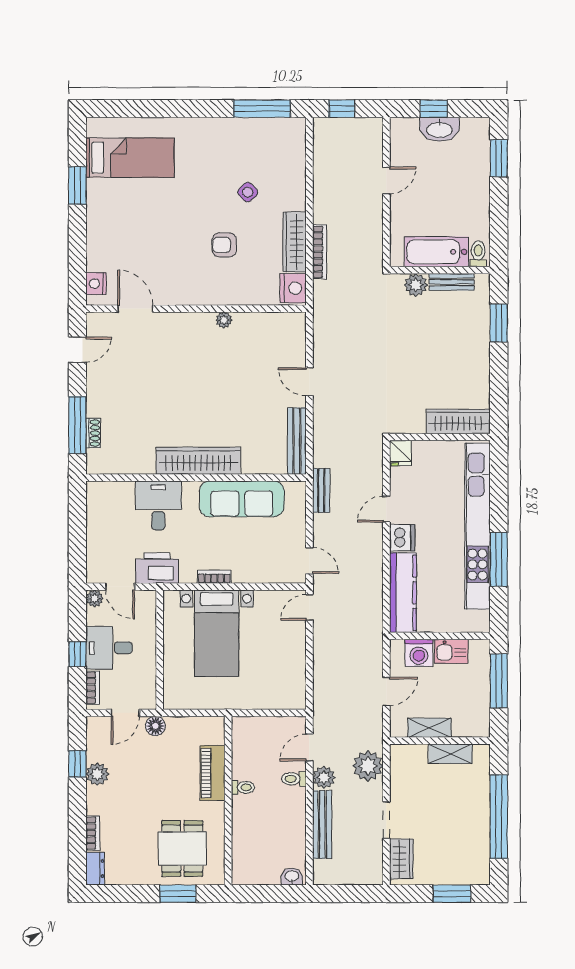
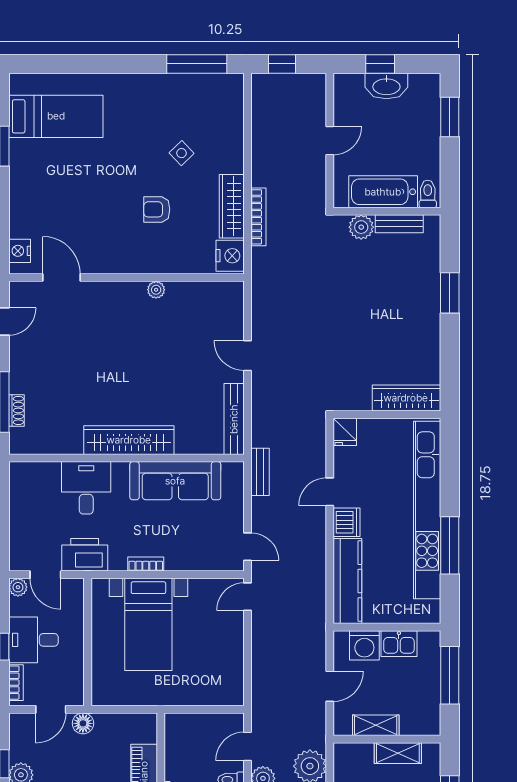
bathtub: (436, 252) -> (383, 192), moved
toilet: (478, 254) -> (428, 194), moved
wall: (440, 270) -> (387, 211), moved
bench: (452, 282) -> (399, 224), moved
plant: (416, 285) -> (361, 227), moved

